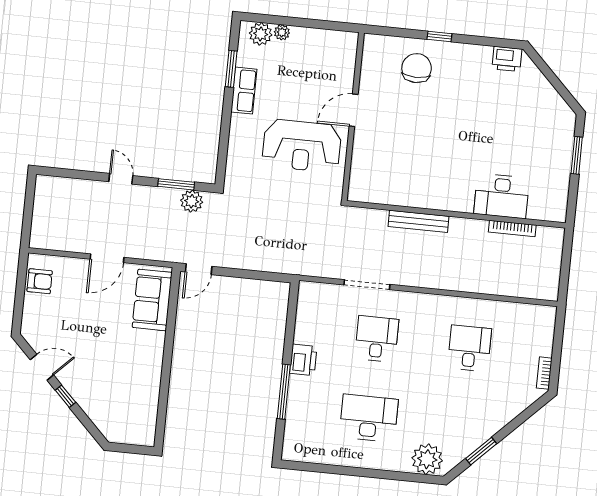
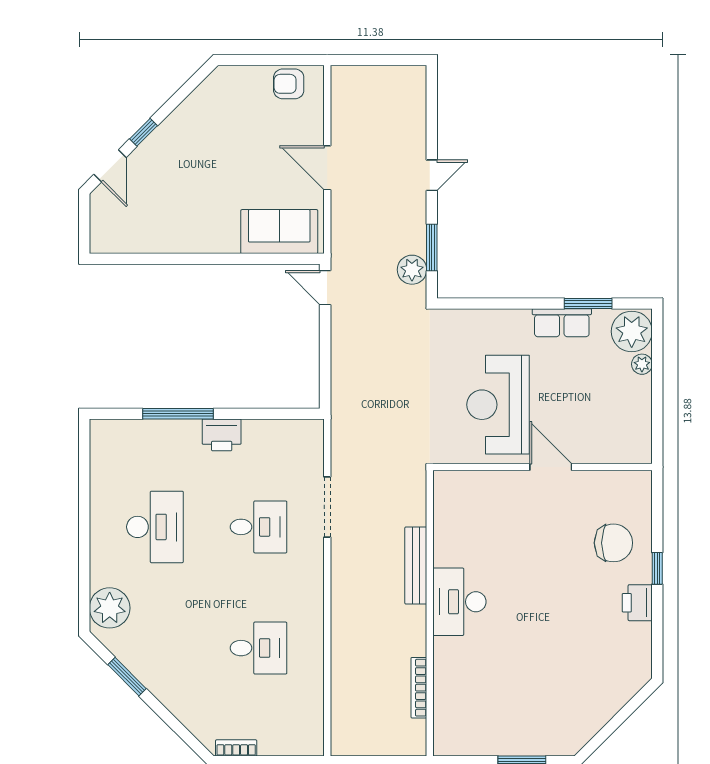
plant: (261, 34) -> (632, 331), width x1.36, depth x1.36
printer: (507, 59) -> (637, 603), moved
desk: (502, 196) -> (459, 602), moved
armchair: (40, 281) -> (289, 84), turned 90
door: (42, 367) -> (110, 166), moved

